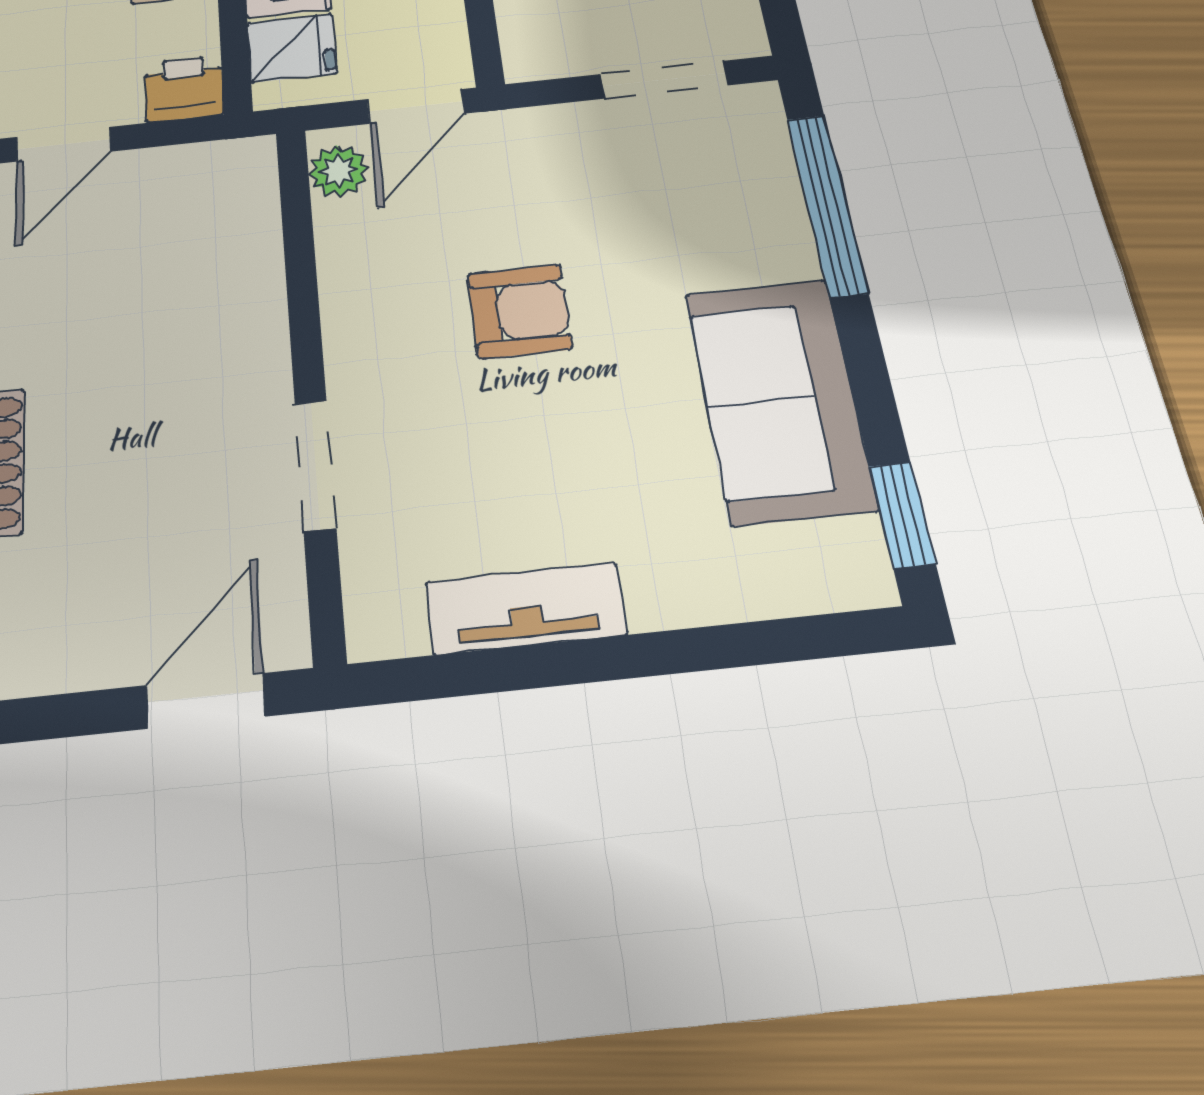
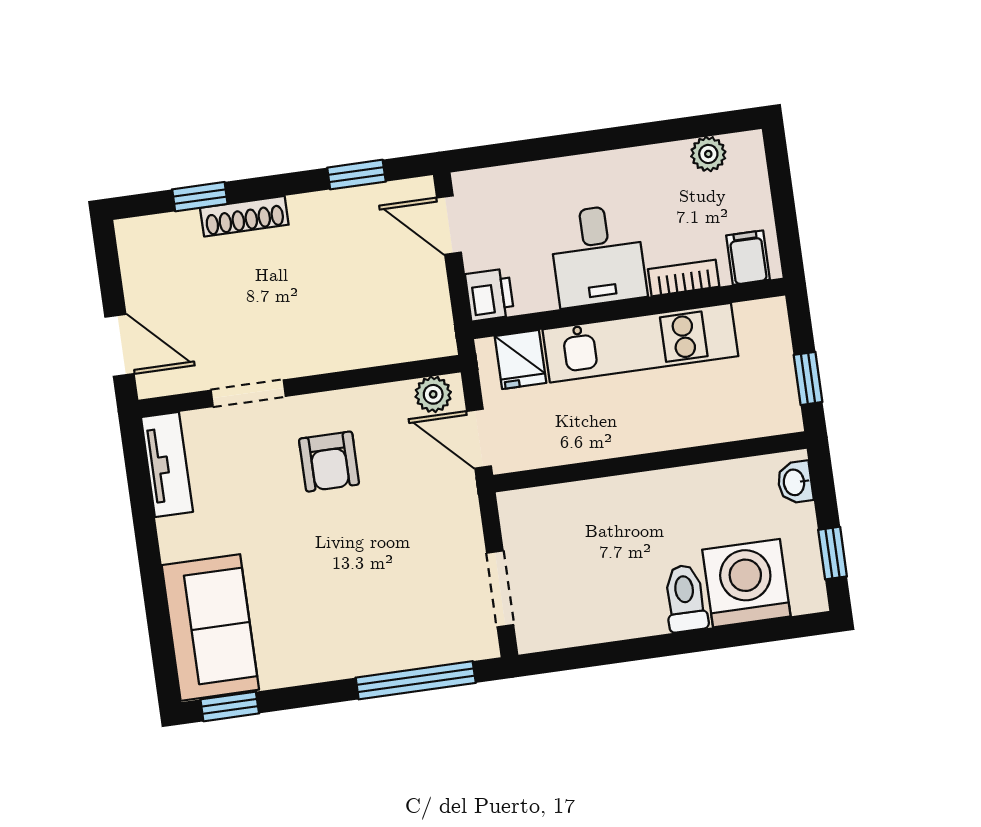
armchair: (520, 311) -> (329, 462), moved
sofa: (780, 399) -> (210, 627), moved, turned 90
tv unit: (526, 608) -> (167, 465), moved

